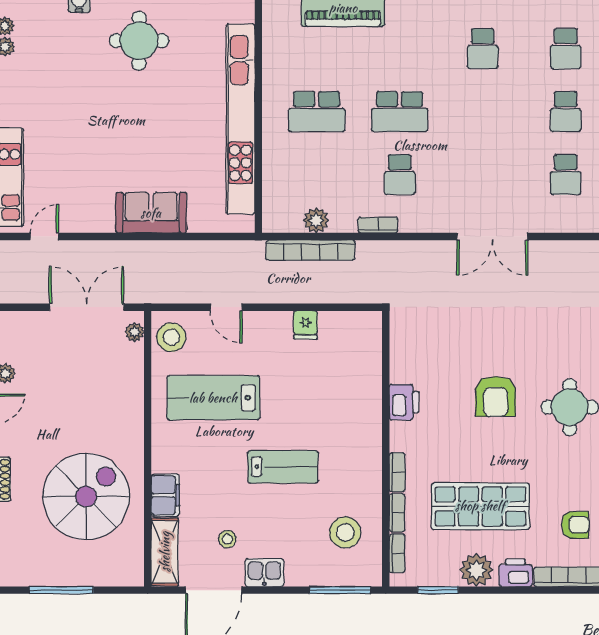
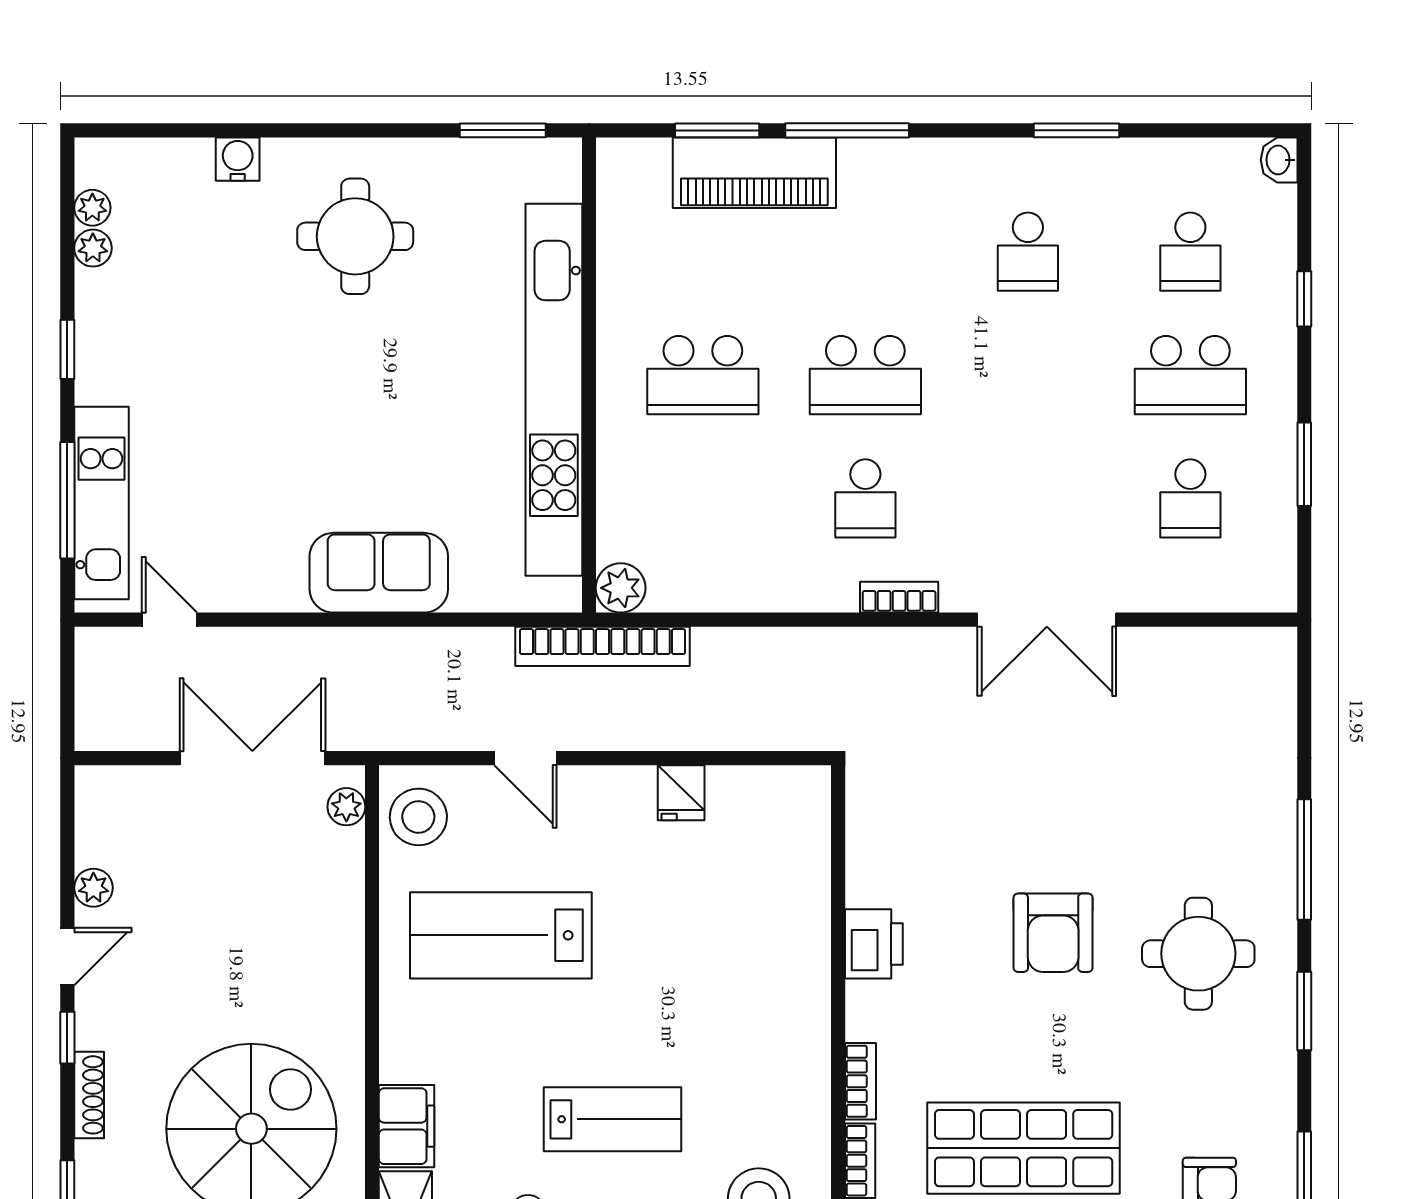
school desk: (566, 112) -> (1190, 375), width x1.85
plant: (316, 220) -> (621, 588), moved
bookcase: (378, 225) -> (899, 597), moved
door: (44, 237) -> (169, 620), hinge flipped
bookcase: (311, 250) -> (602, 646), moved
lab bench: (283, 467) -> (612, 1119), moved

